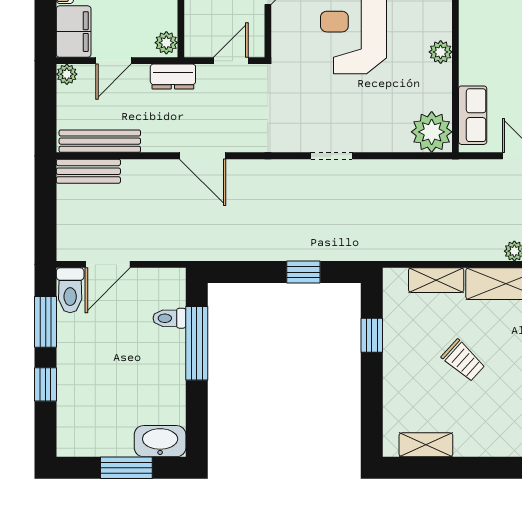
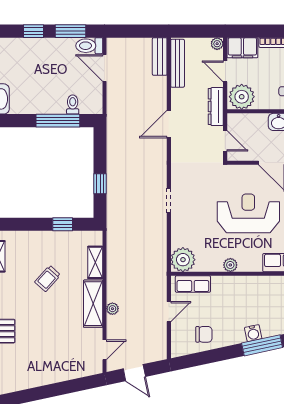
plant: (166, 43) -> (242, 97), width x1.88, depth x1.88
dresser: (173, 77) -> (216, 107), width x1.44

